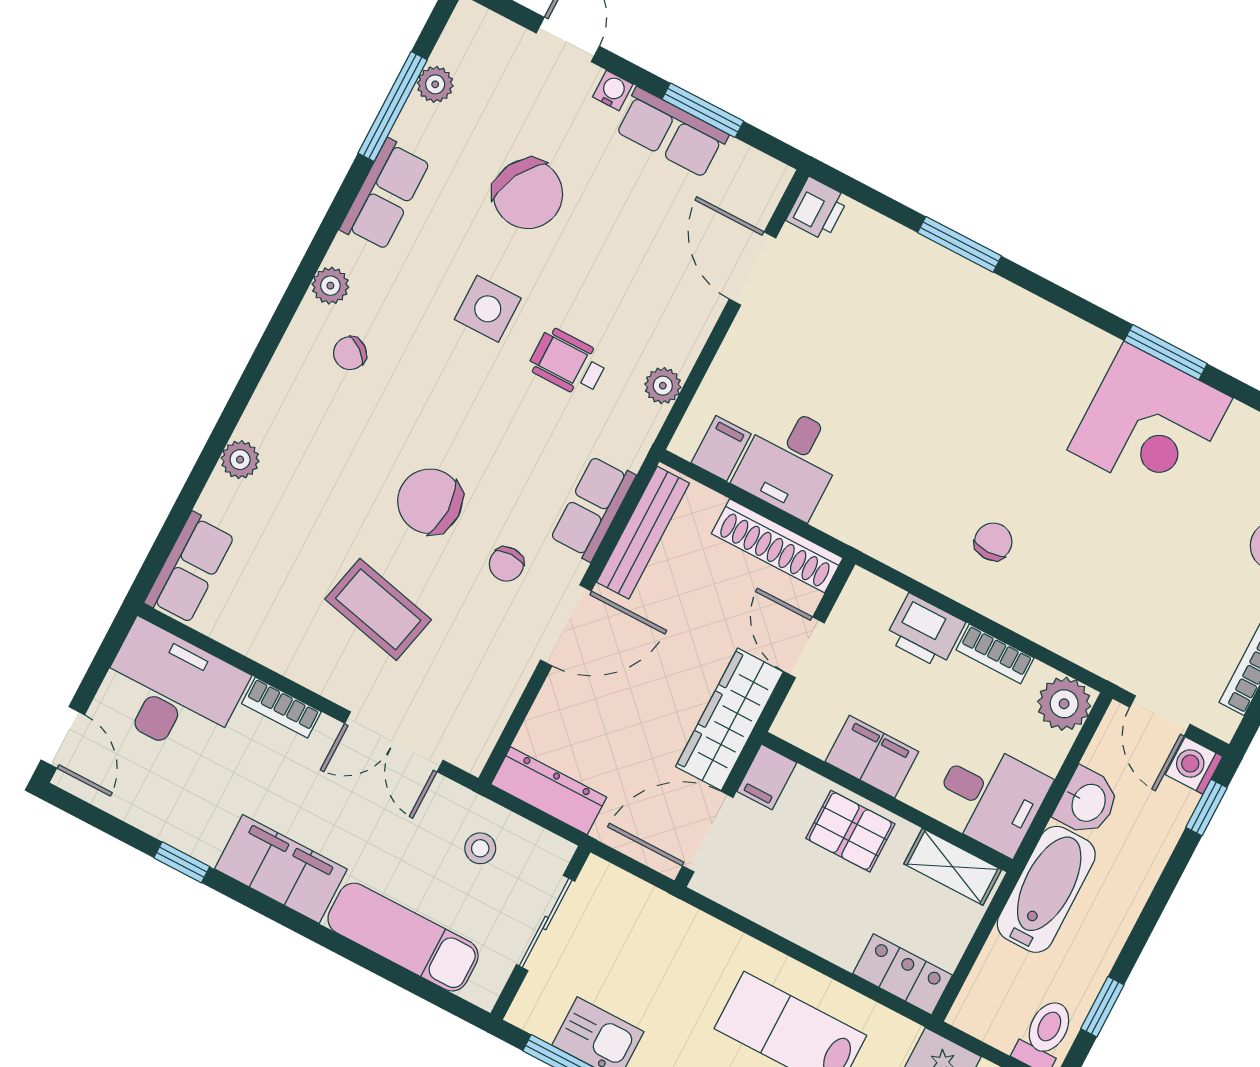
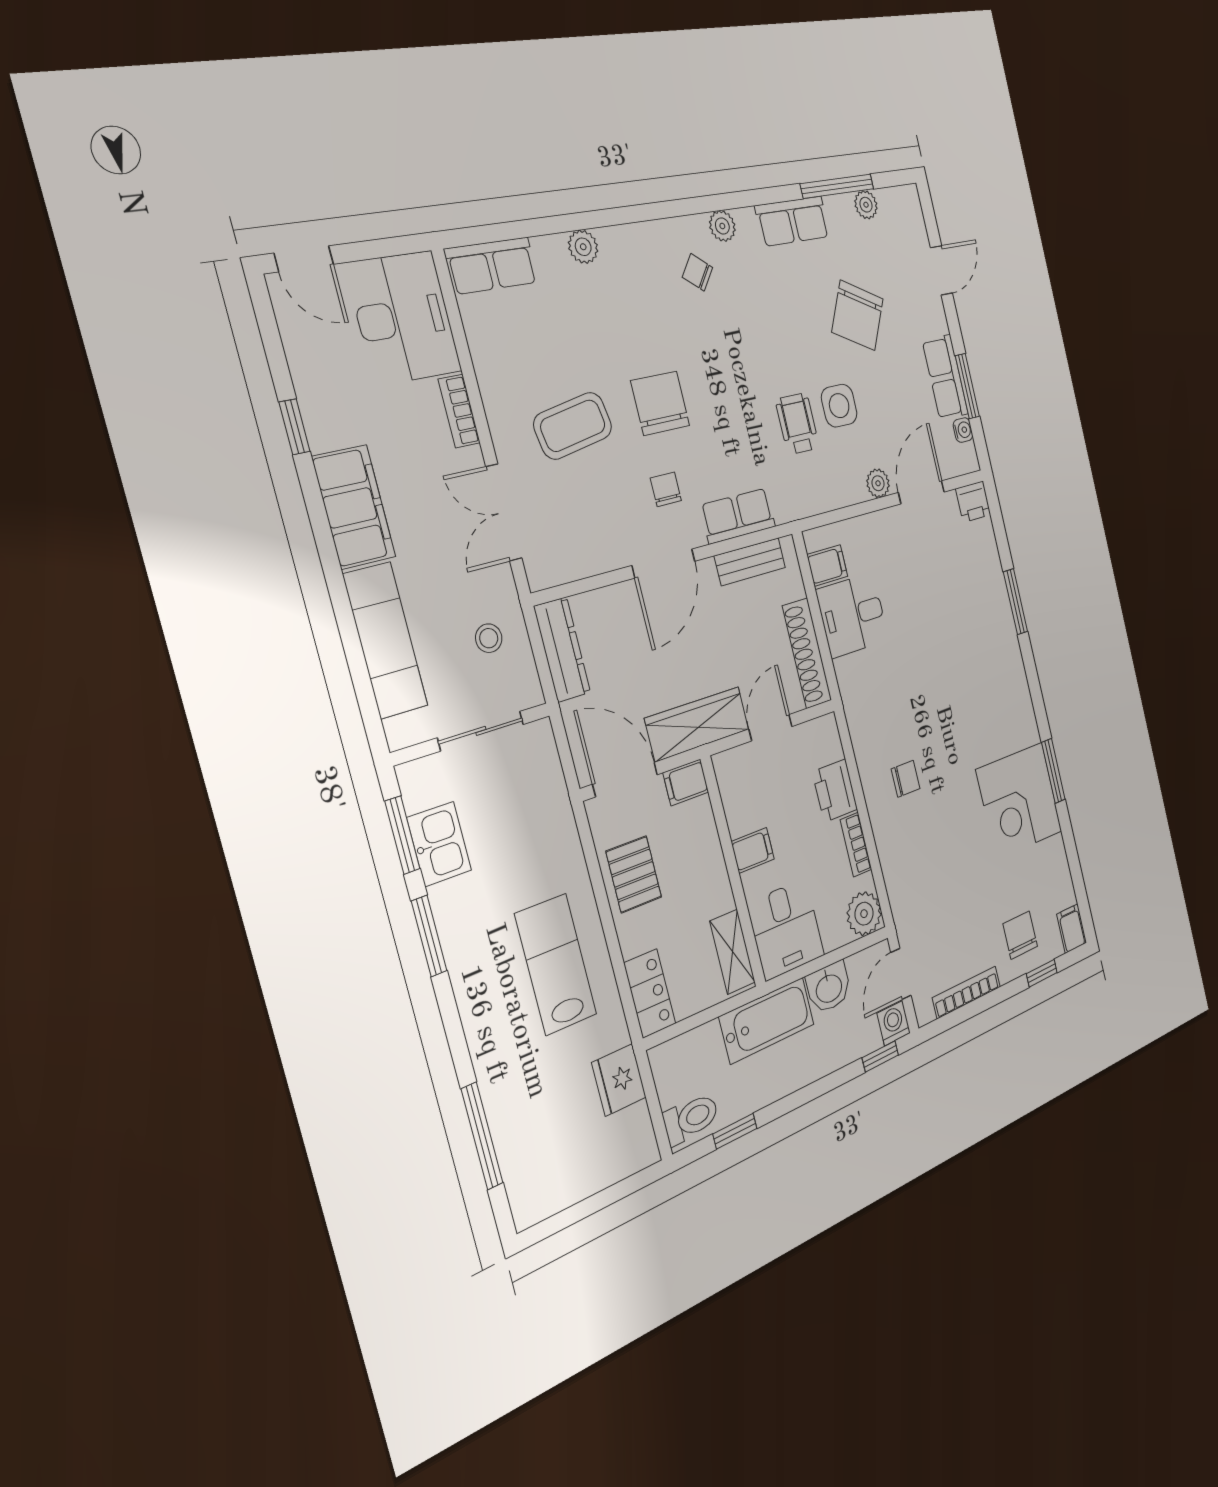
water cooler: (613, 91) -> (963, 430), moved
side table: (488, 309) -> (839, 406), moved
plant: (663, 386) -> (878, 483), moved
bench: (643, 533) -> (750, 562), width x0.73
chair: (506, 564) -> (666, 489), turned 90
coffee table: (378, 609) -> (573, 426), turned 67
door: (566, 625) -> (664, 563), hinge flipped
door: (63, 737) -> (304, 259), hinge flipped
filing cabinet: (872, 757) -> (753, 850), width x0.50
pallet: (850, 831) -> (634, 874), moved

